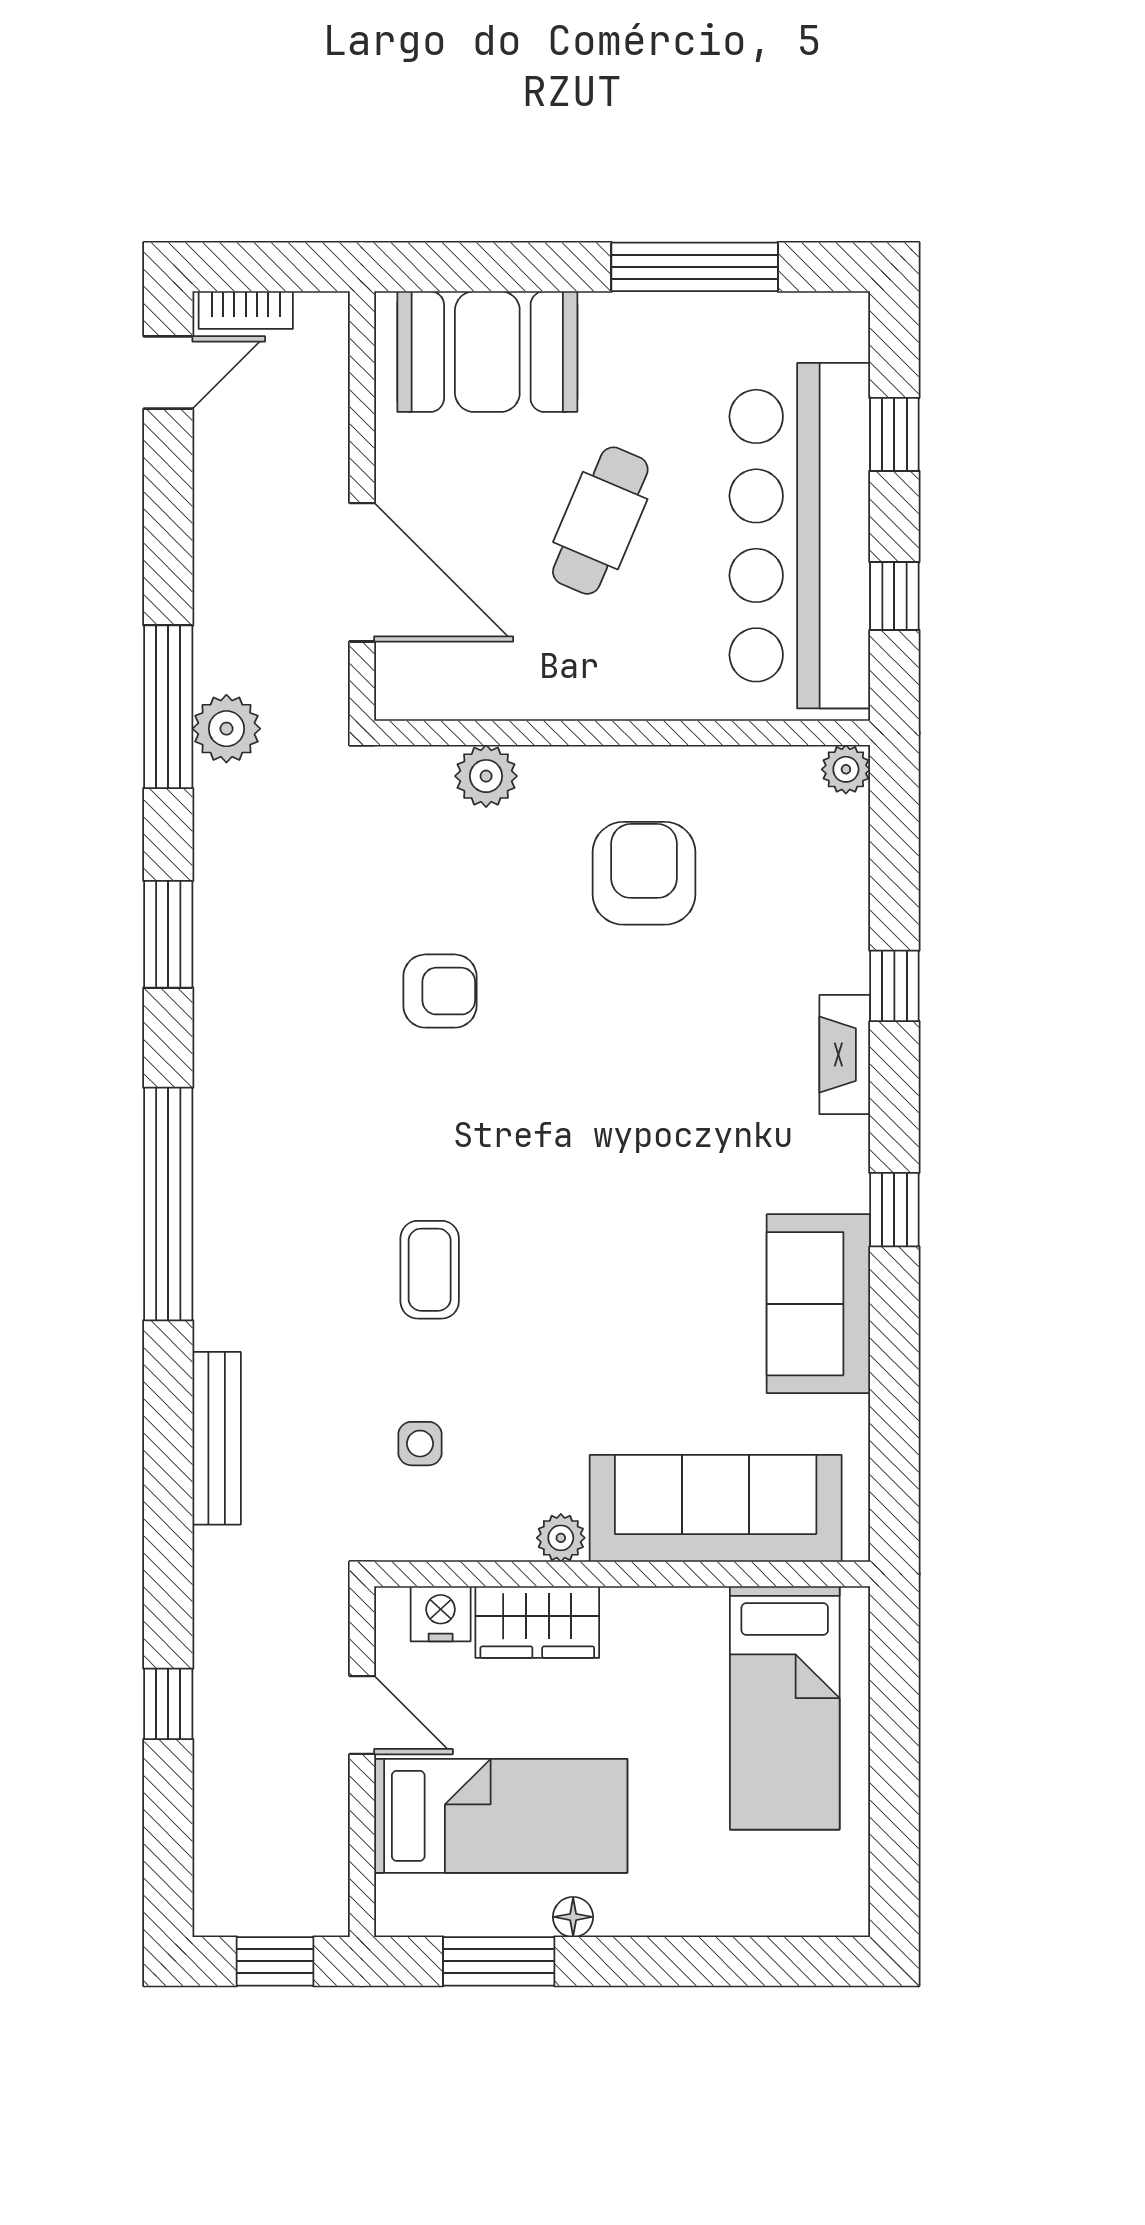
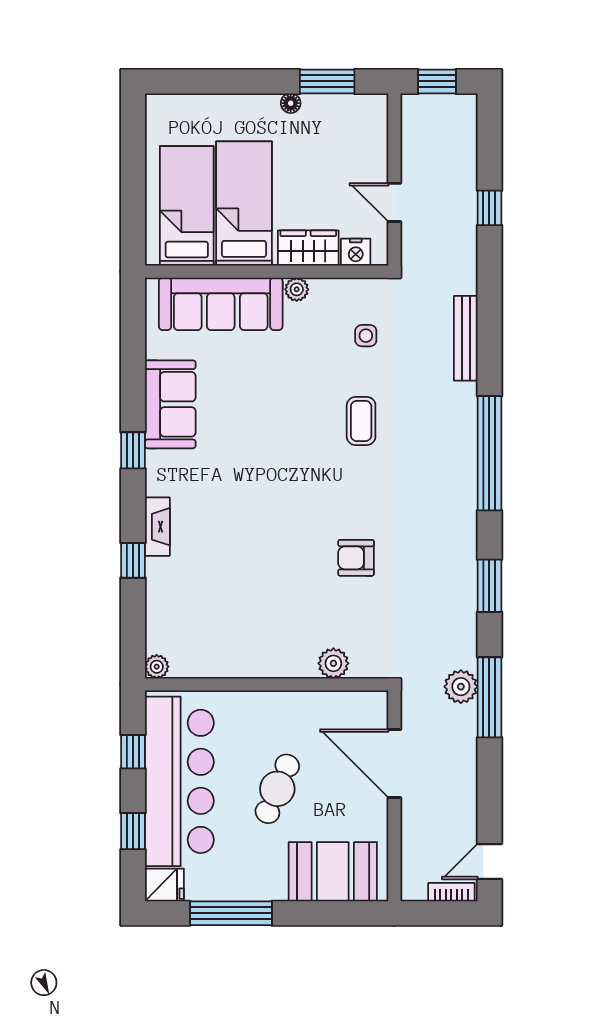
fridge: (830, 325) -> (164, 885), added
armchair: (644, 873) -> (256, 616), removed
bed: (501, 1816) -> (244, 203), moved, turned 90

